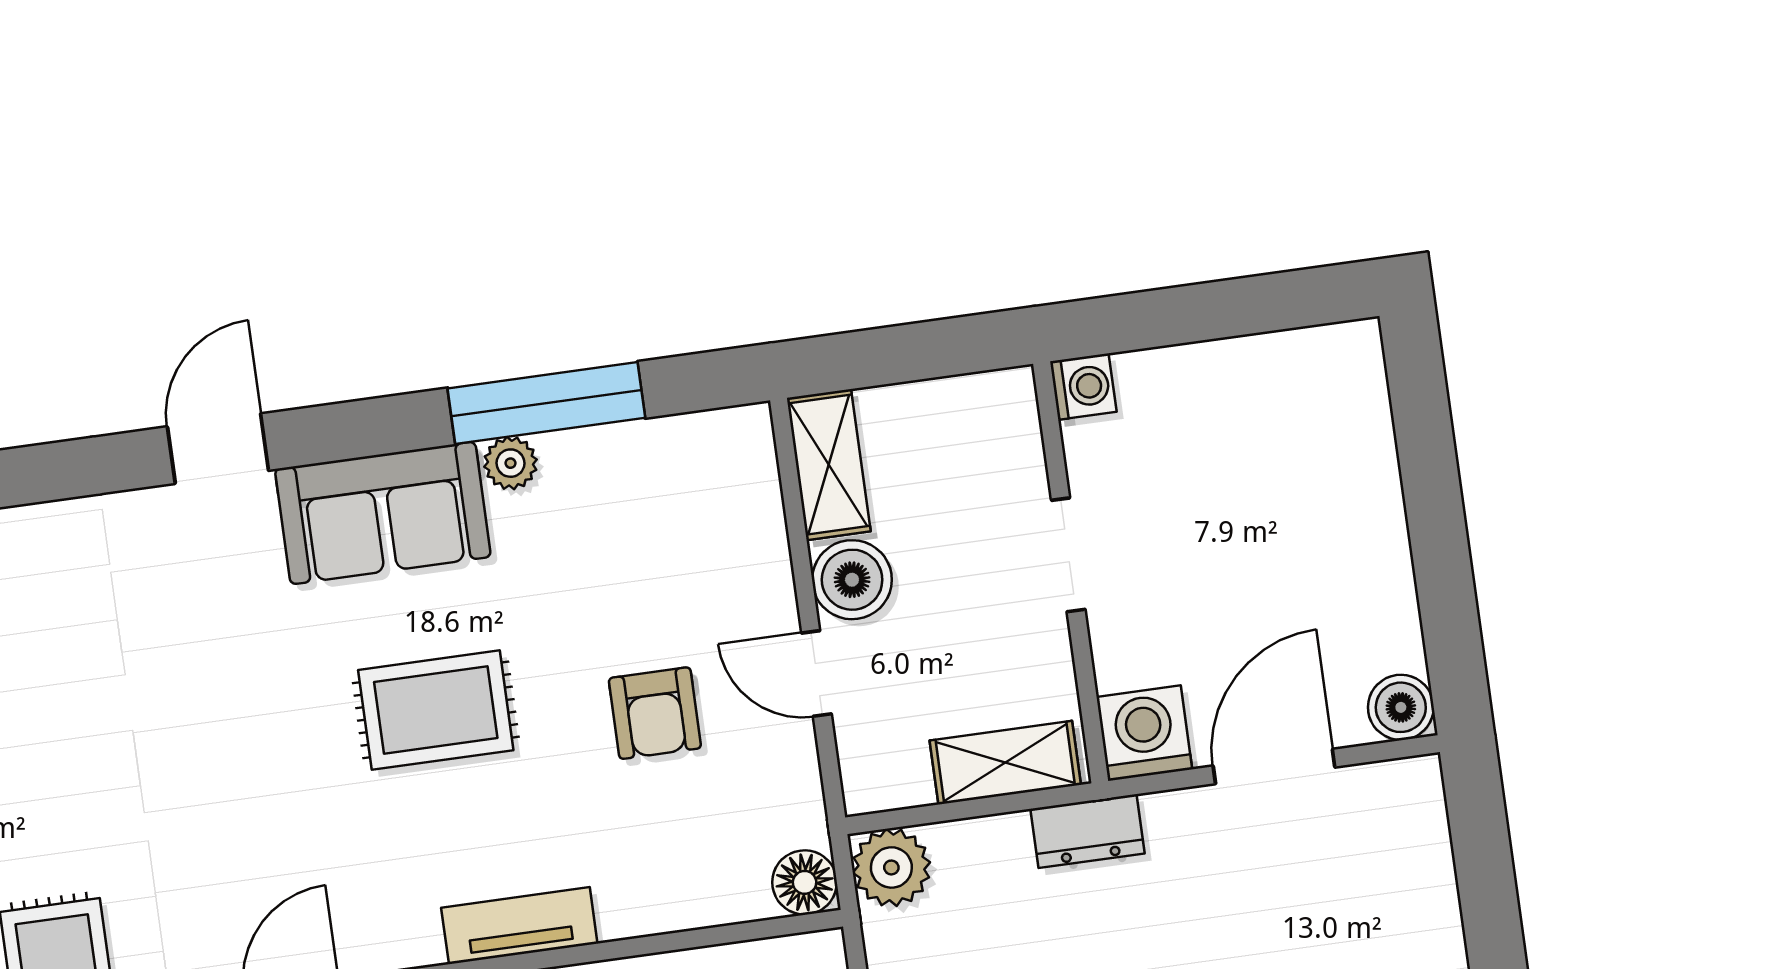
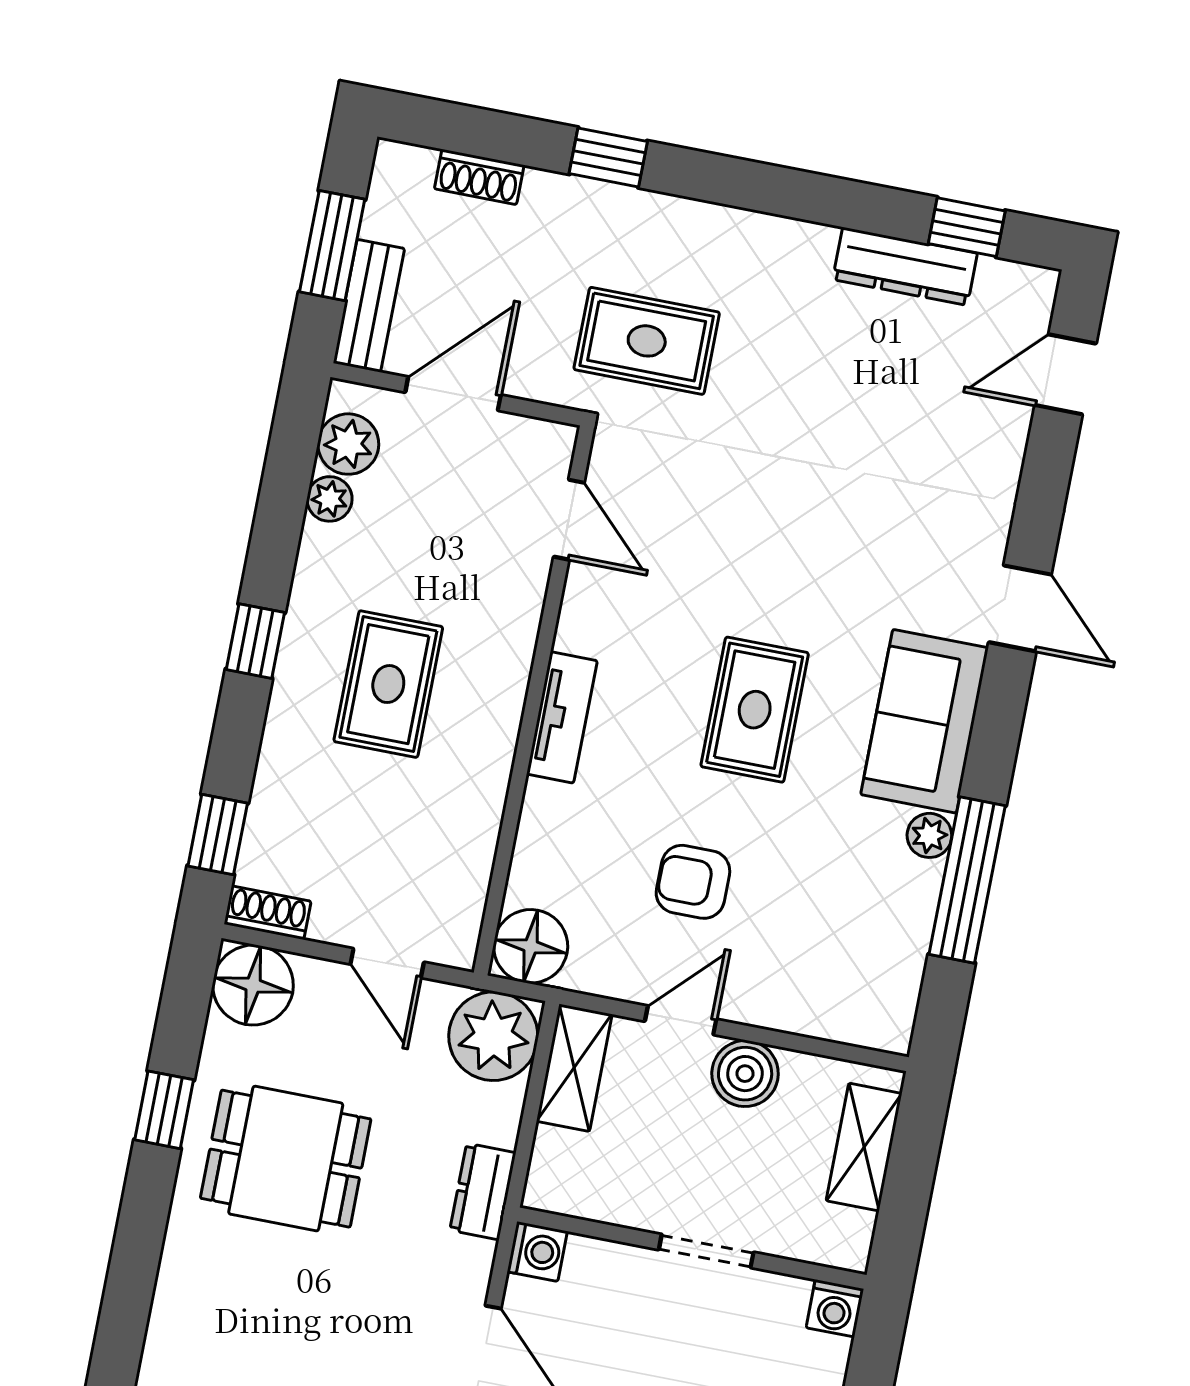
shelving: (829, 465) -> (864, 1147), moved, turned 90
washing machine: (1144, 733) -> (537, 1251), width x0.73, depth x0.73
shelving: (1005, 763) -> (574, 1068), moved
plant: (891, 867) -> (493, 1036), width x1.36, depth x1.36
floor lamp: (805, 882) -> (531, 946), width x1.38, depth x1.38

